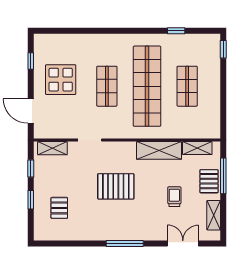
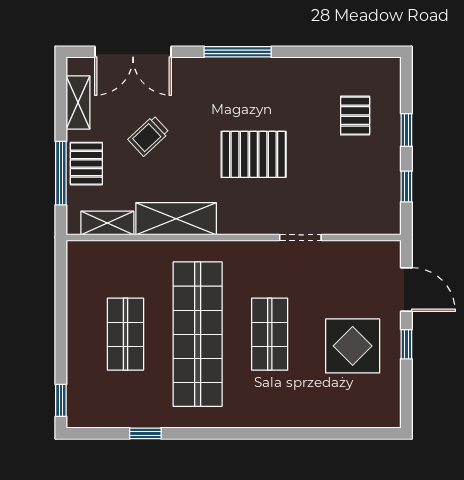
window: (31, 61) -> (406, 344), moved
shelving: (52, 148) -> (367, 223), removed
trolley: (174, 197) -> (149, 136), turned 47
double door: (183, 244) -> (133, 52), width x1.37

